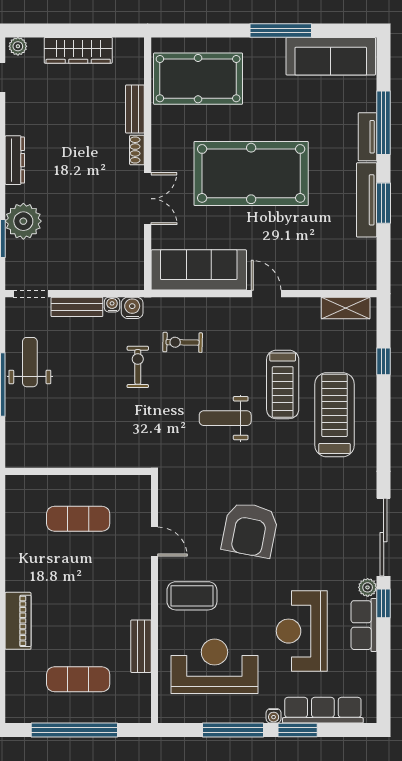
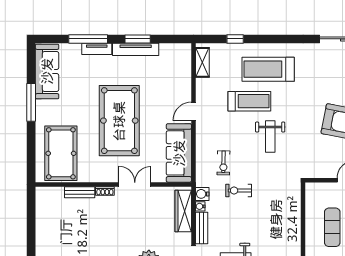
wardrobe: (78, 50) -> (183, 211), moved, turned 180

